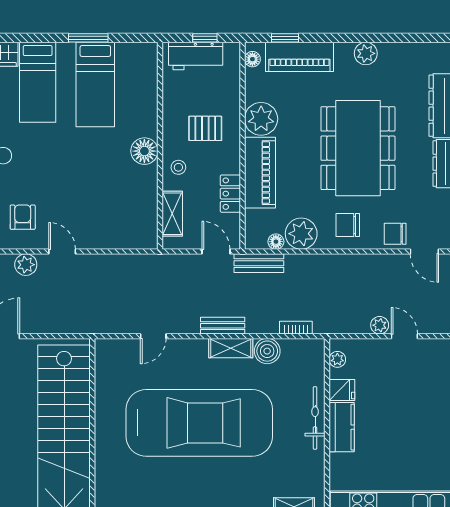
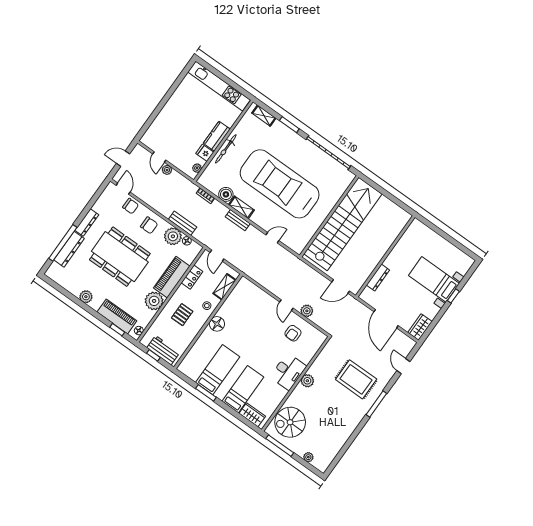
pallet: (205, 128) -> (182, 315), turned 90
dining table: (358, 148) -> (120, 257), turned 90
bench: (259, 263) -> (183, 223), moved

